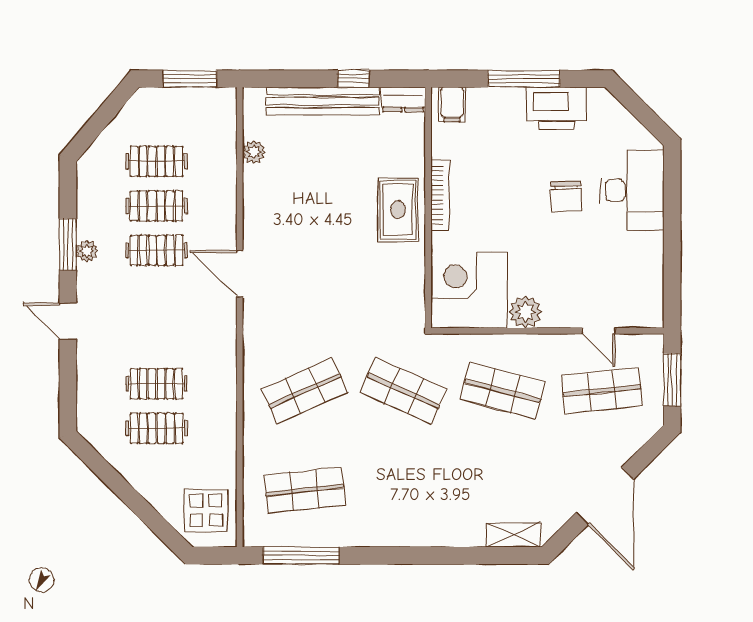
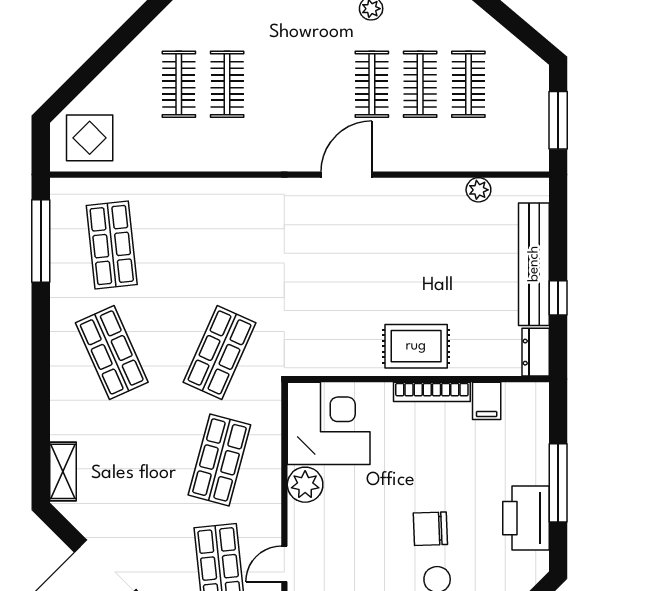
filing cabinet: (452, 104) -> (487, 401), moved, turned -90
shop shelf: (305, 391) -> (112, 352), moved

